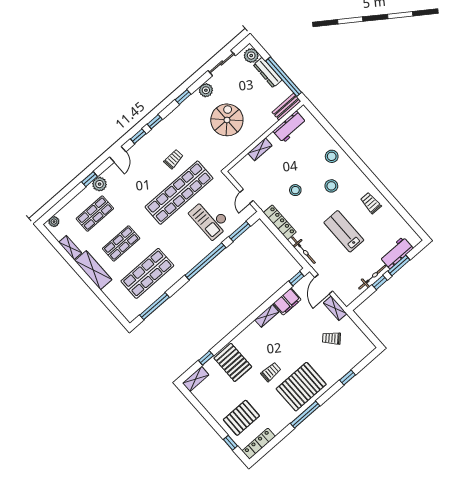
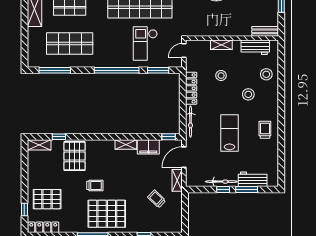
bench: (286, 107) -> (265, 31), moved
workbench: (290, 127) -> (255, 47), moved
wall: (264, 136) -> (232, 38), moved
shelving: (260, 149) -> (221, 45), moved

